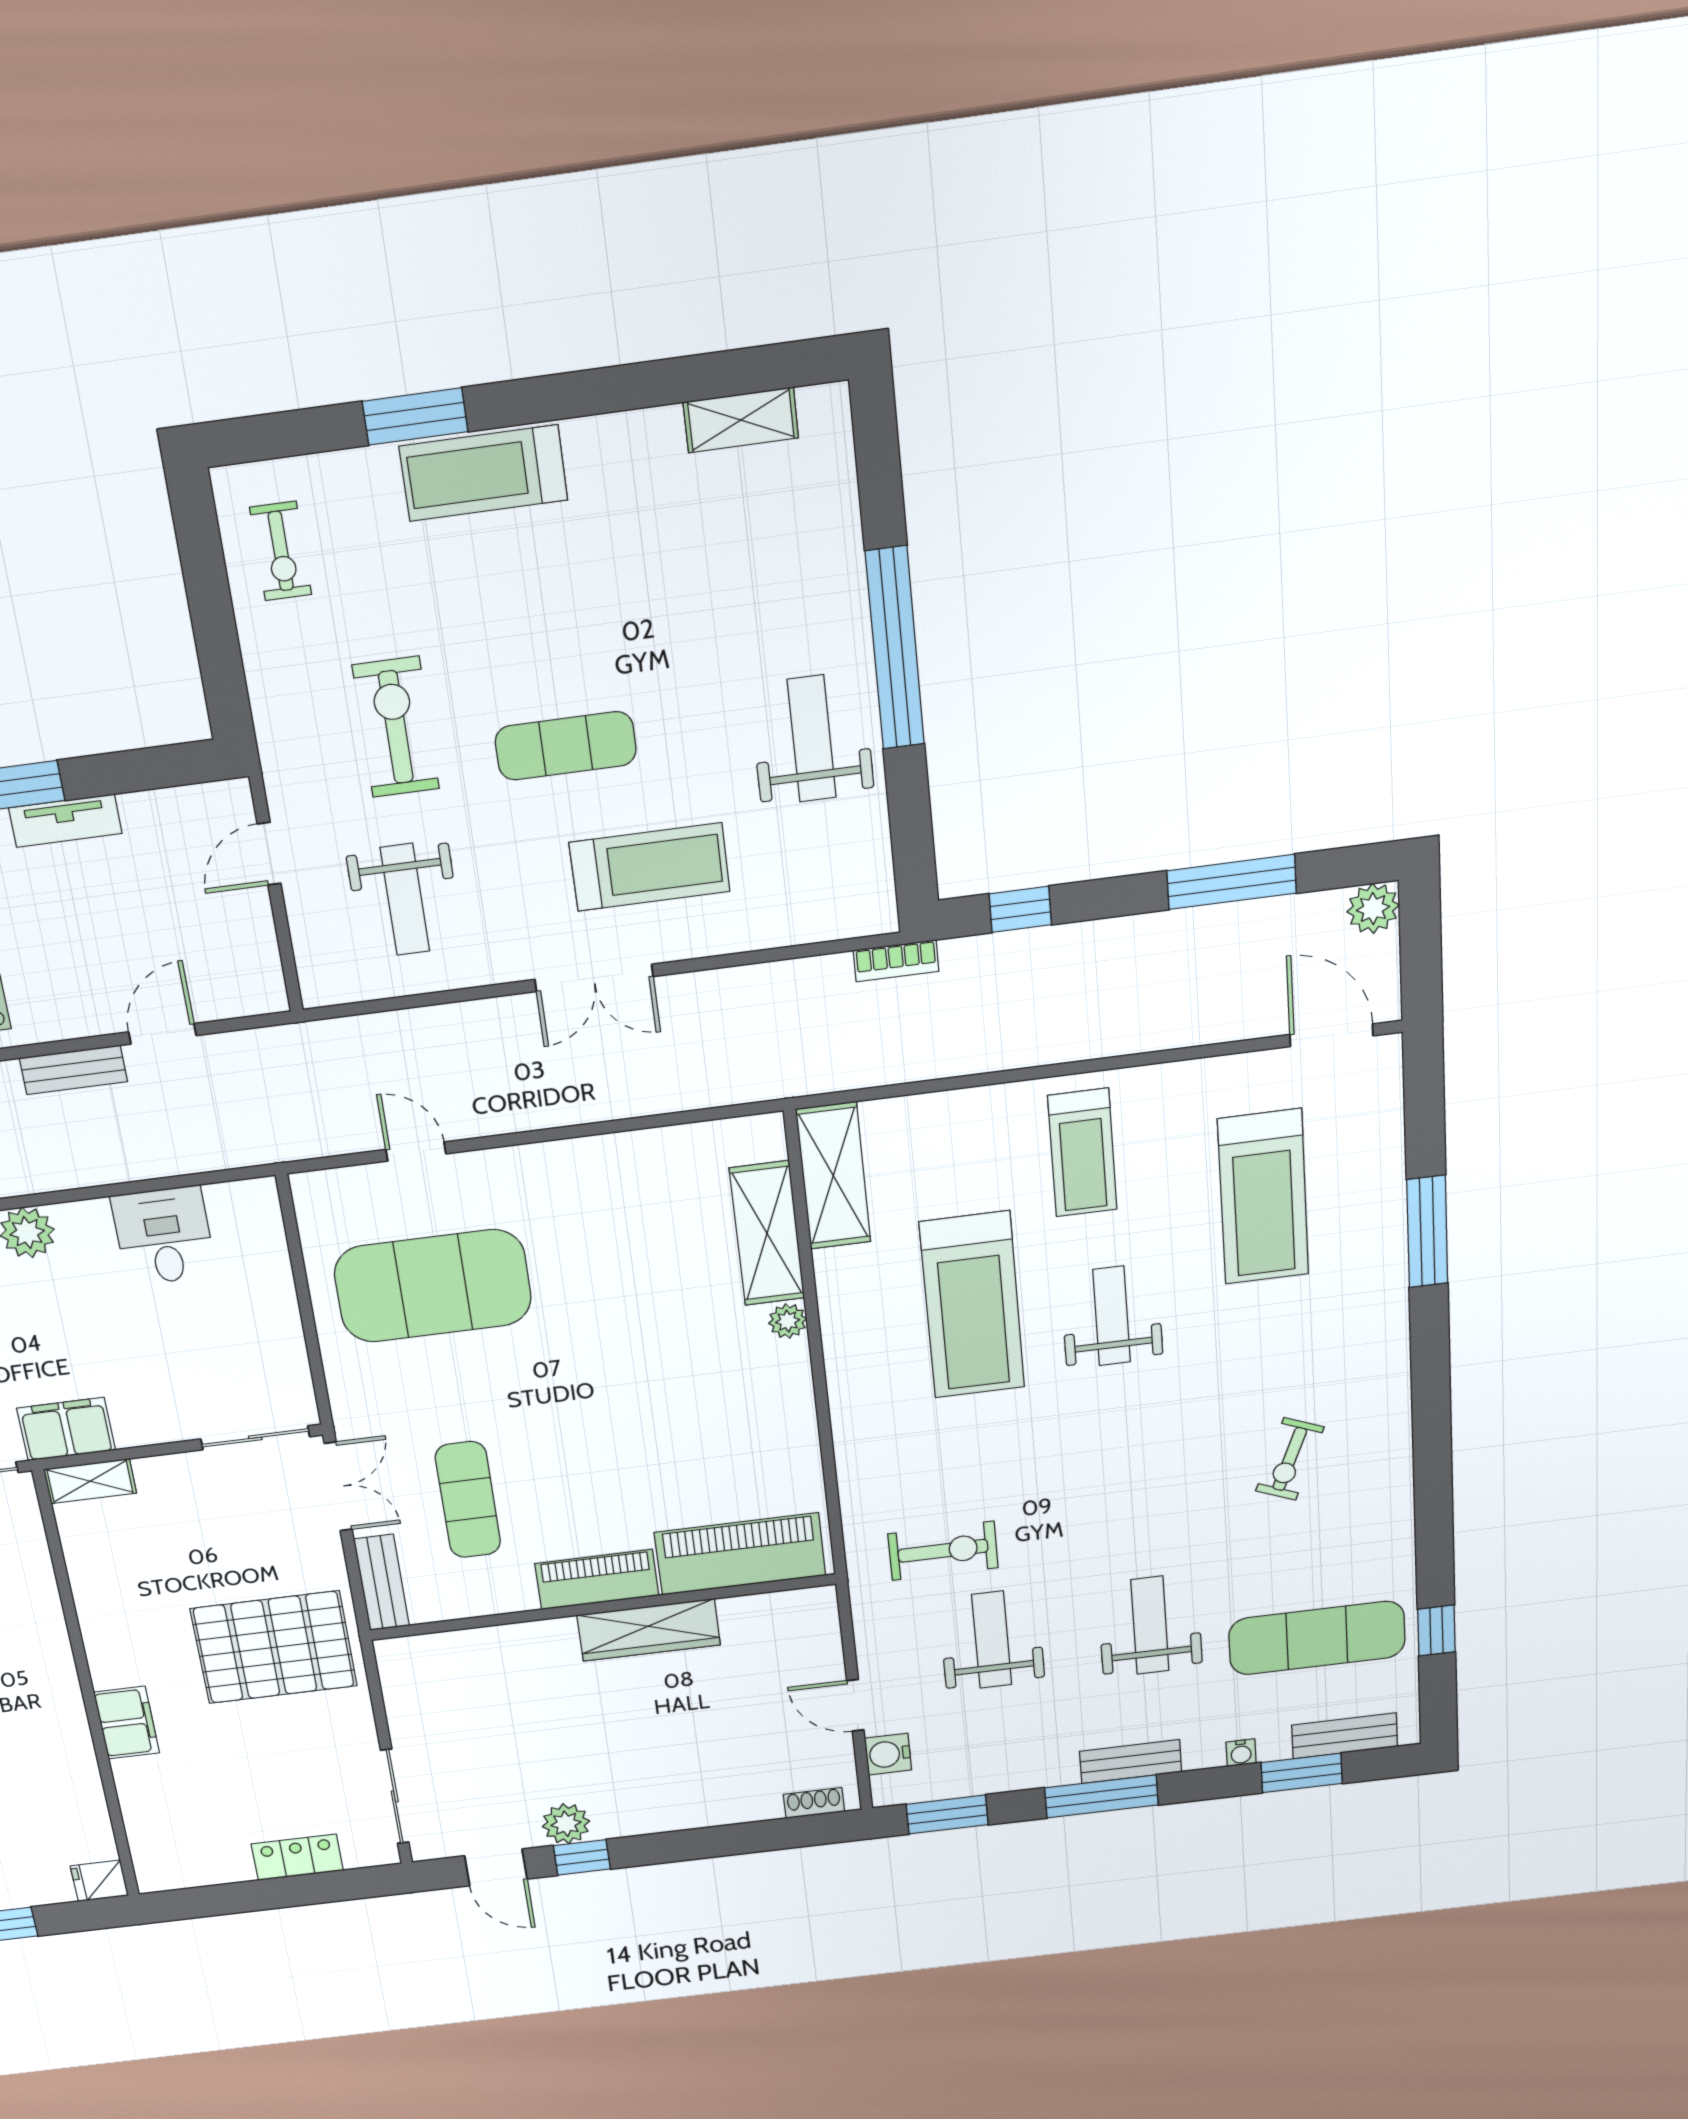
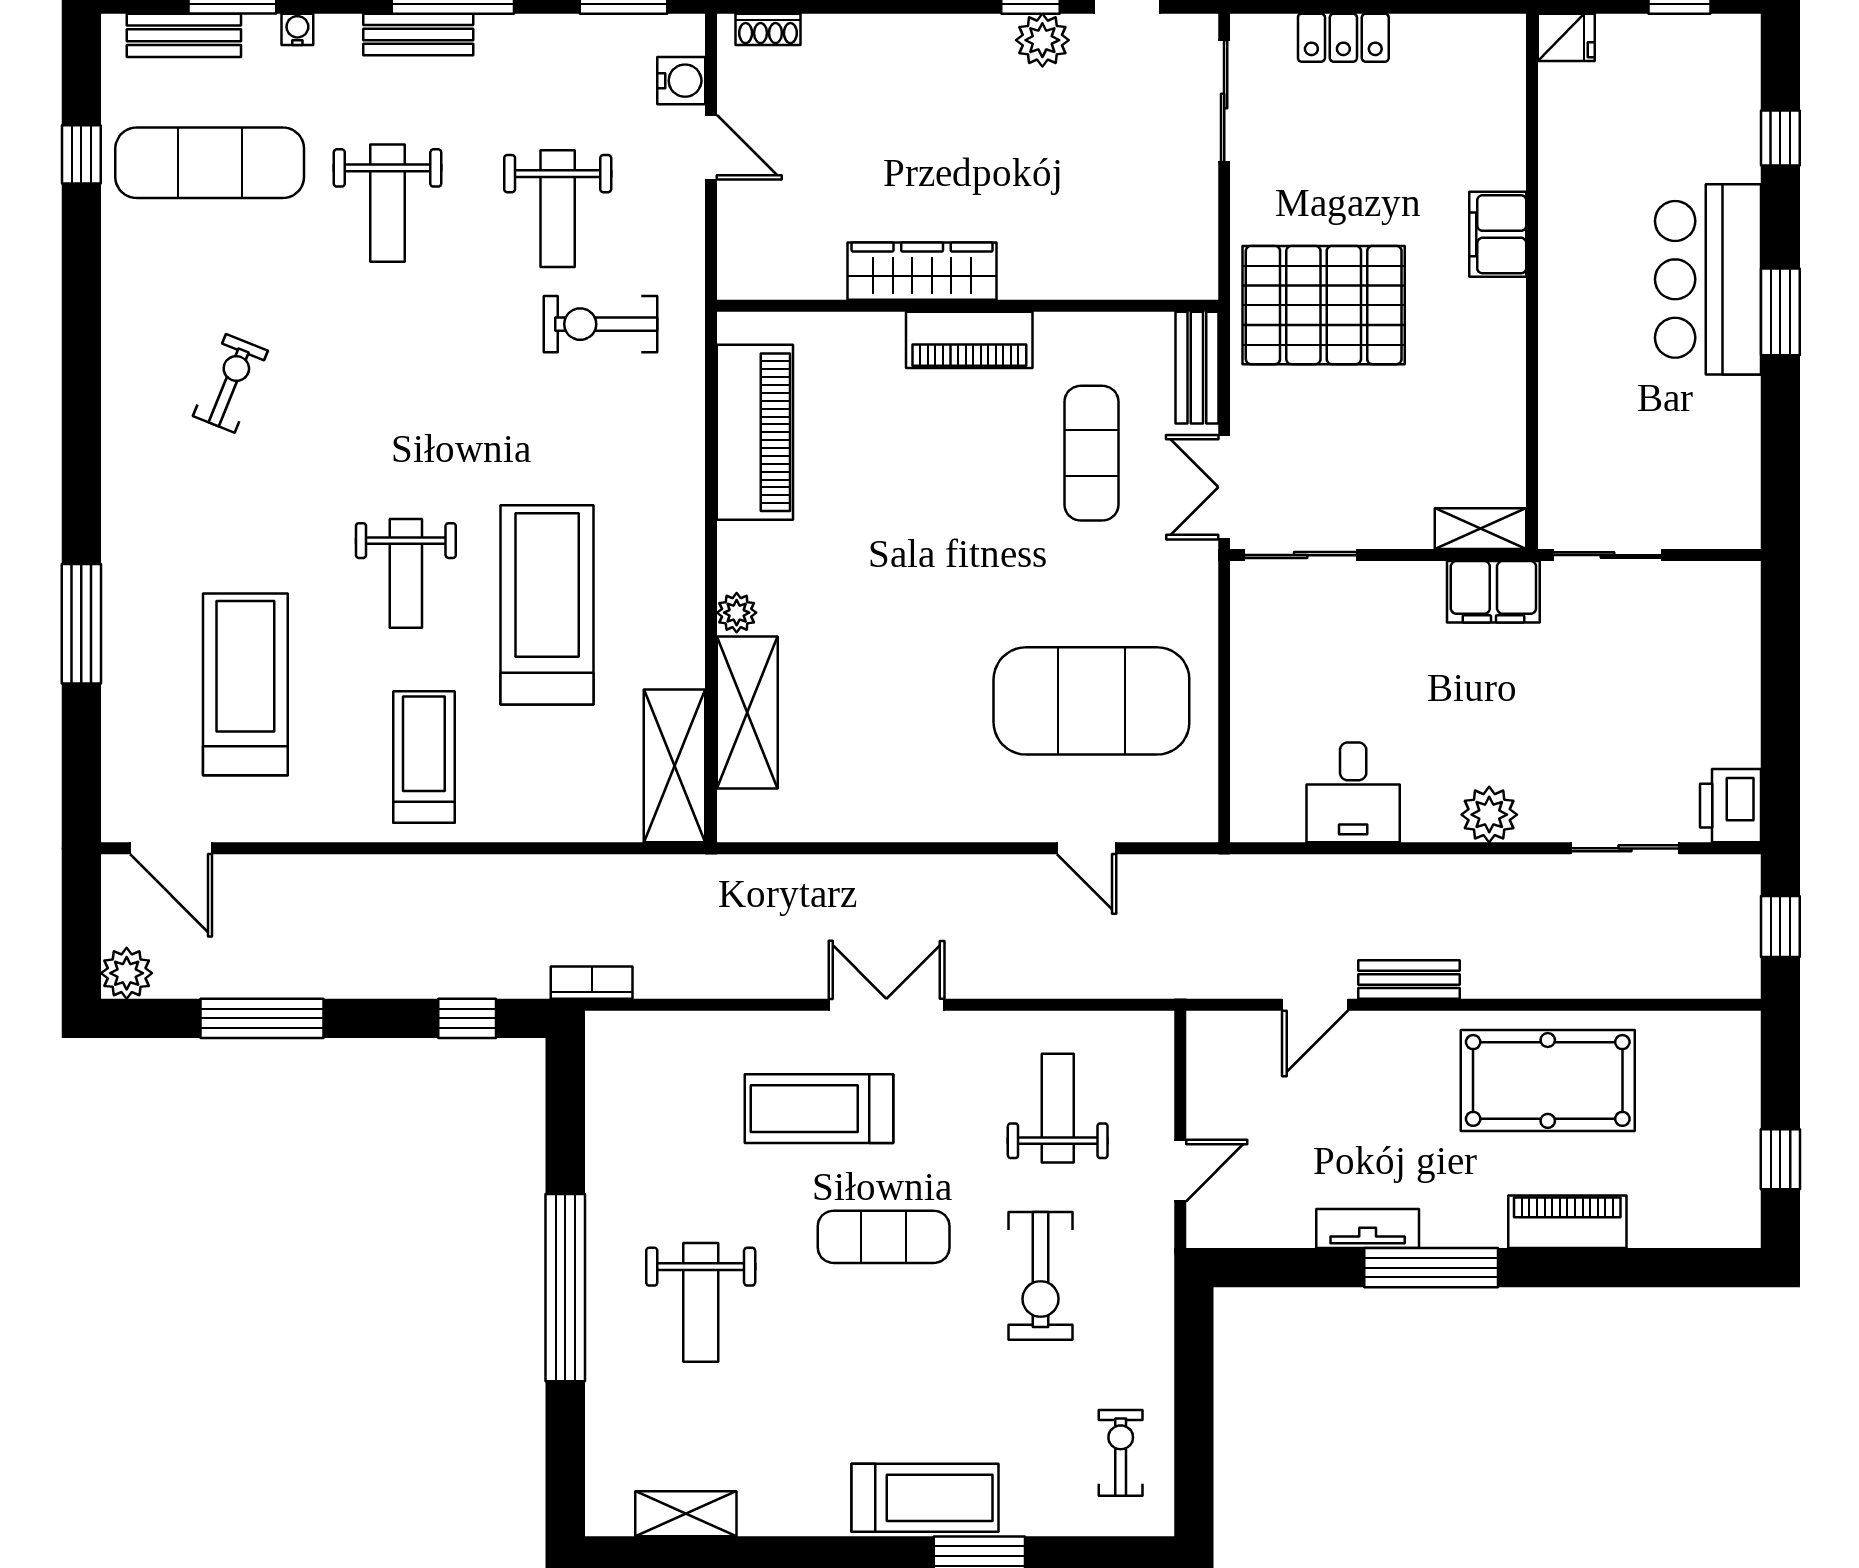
weight bench: (812, 739) -> (701, 1302), moved
piano: (740, 1554) -> (755, 432), moved, turned -90

